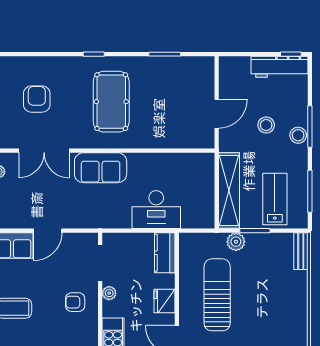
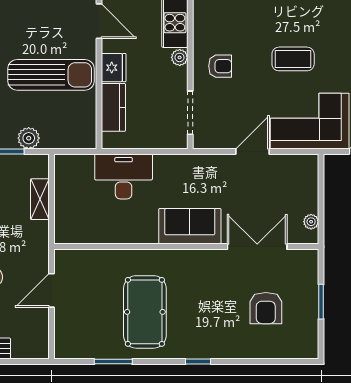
pool table: (111, 102) -> (145, 312), moved
shelving: (229, 190) -> (40, 199), width x0.45, depth x0.75
kitchen counter: (165, 253) -> (113, 107), moved
plant: (109, 293) -> (180, 57), moved
sun lounger: (217, 295) -> (51, 75), turned -90

